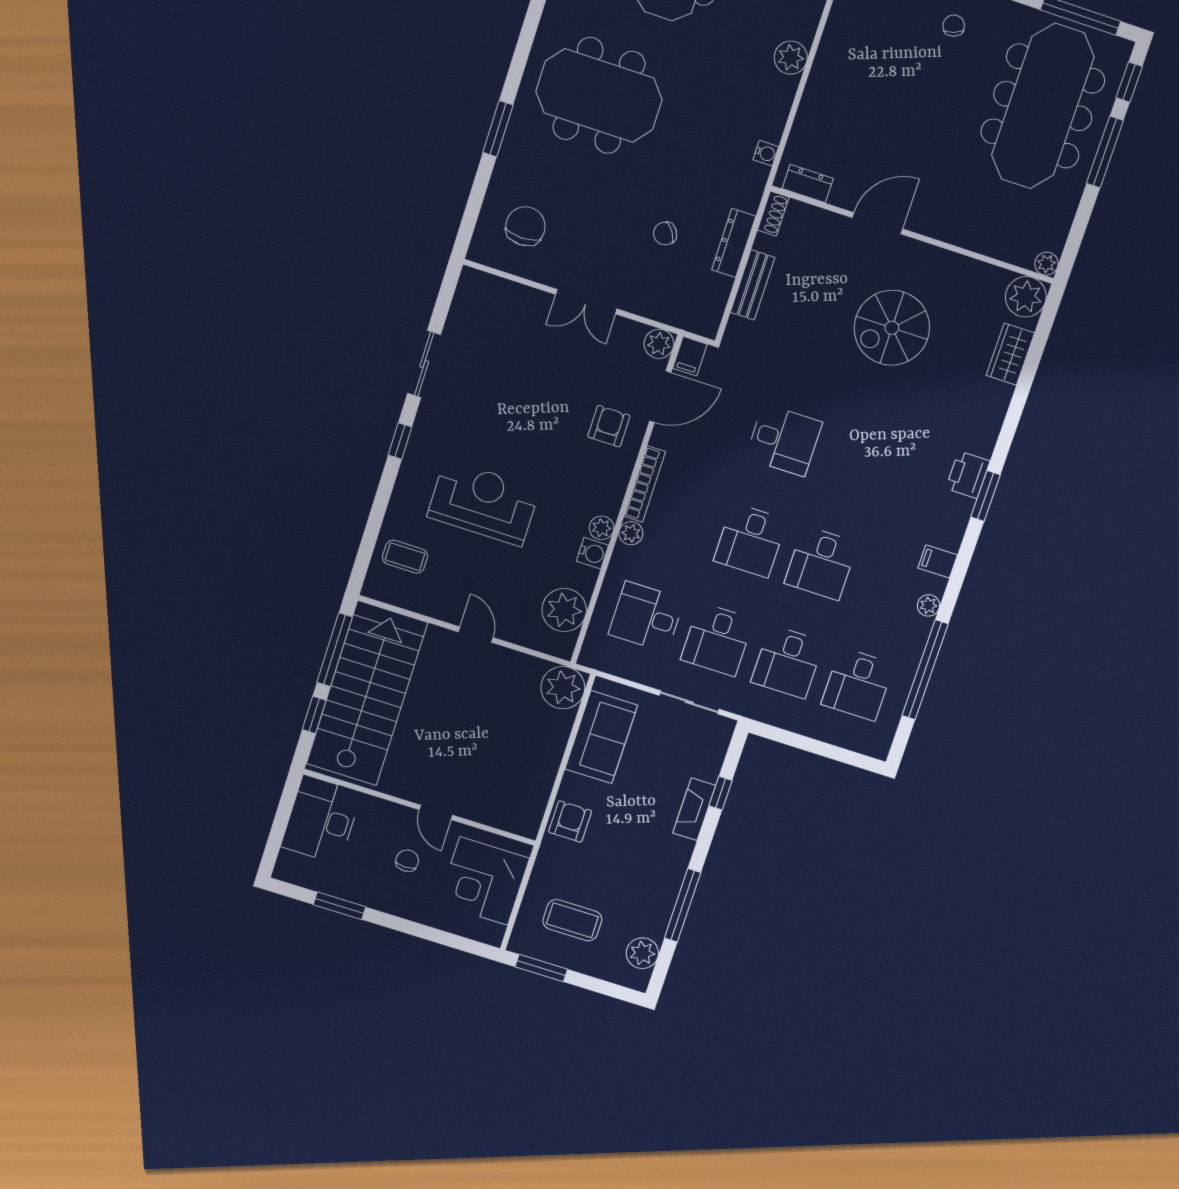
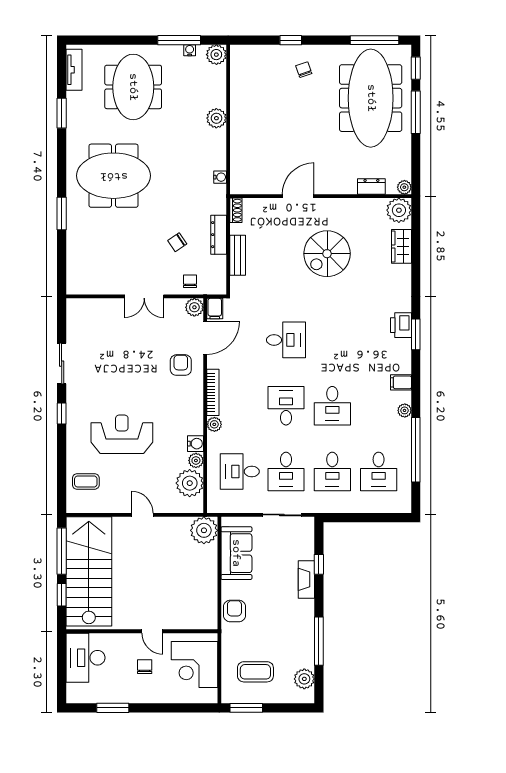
dresser: (808, 183) -> (371, 187), moved
chair: (525, 226) -> (190, 281), moved, width x0.54, depth x0.54
plant: (602, 528) -> (196, 460), moved
desk: (750, 540) -> (286, 406), turned 180

